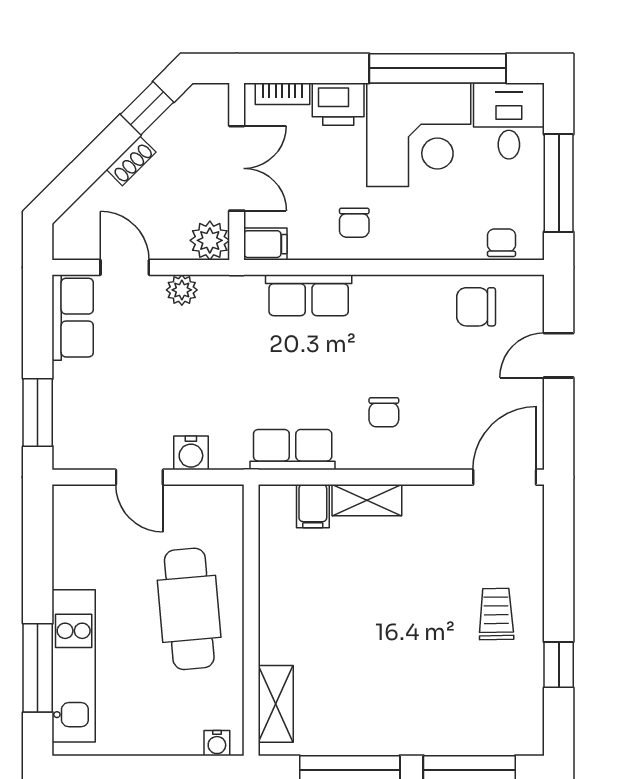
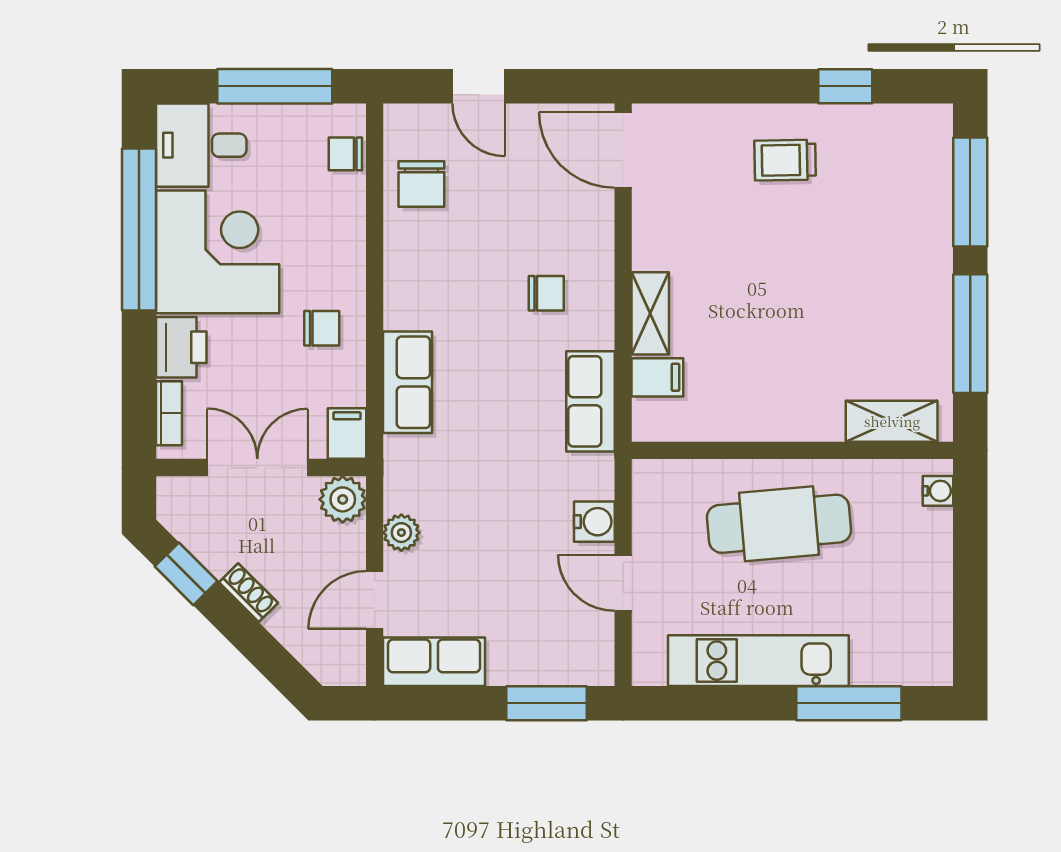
door: (139, 477) -> (623, 583), swing flipped
kitchen unit: (74, 666) -> (758, 661), moved

